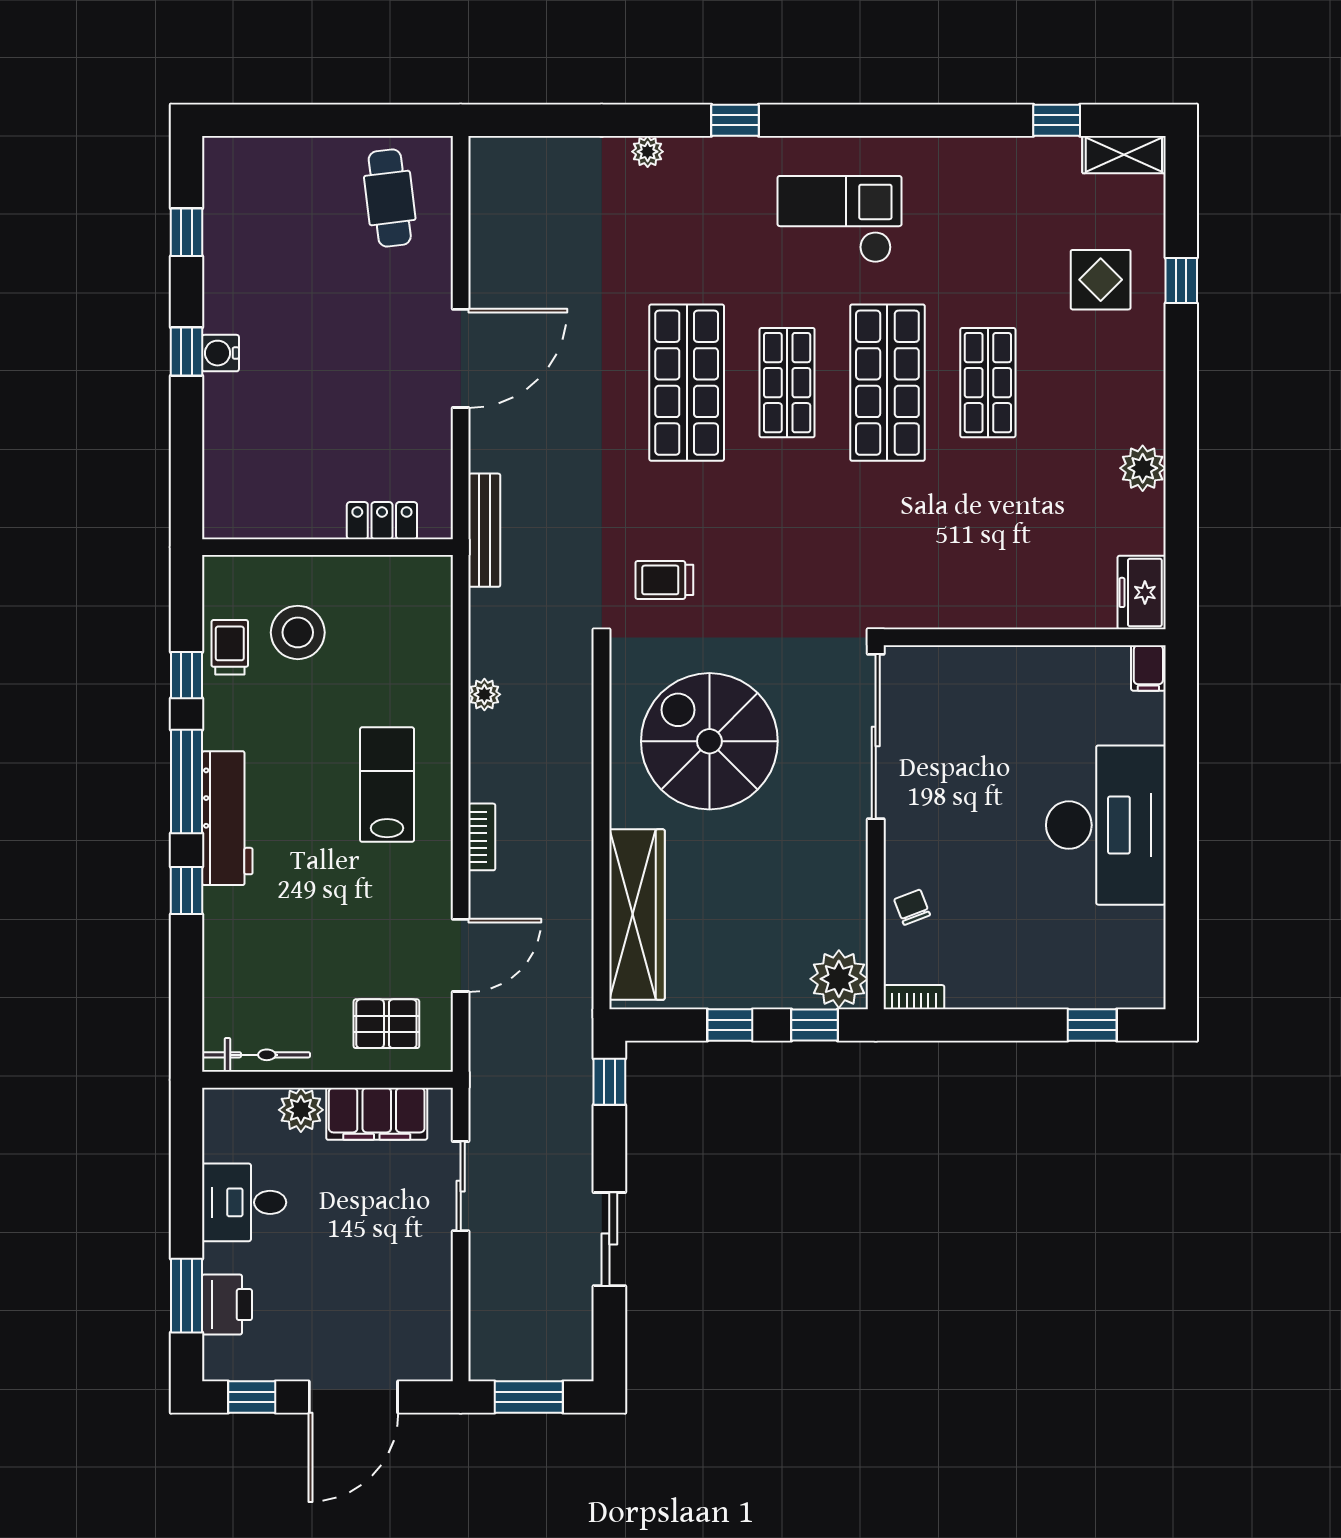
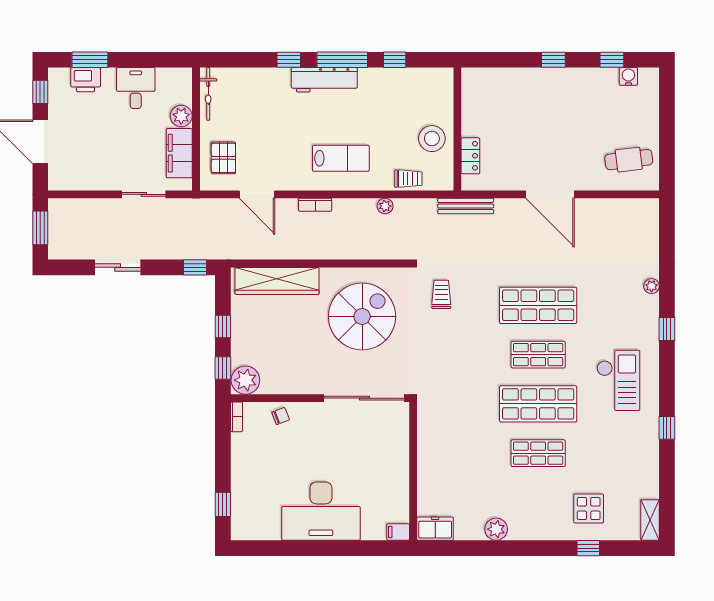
window: (1057, 120) -> (667, 428), moved
water cooler: (220, 353) -> (628, 76), moved
stool: (298, 632) -> (432, 139), moved
trolley: (230, 647) -> (408, 179), moved

